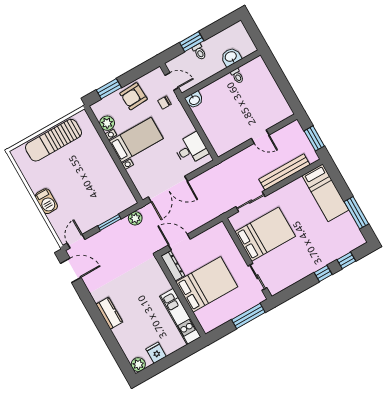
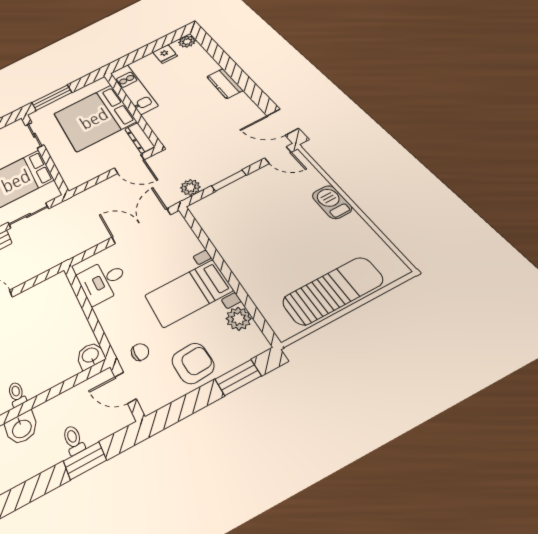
door: (76, 241) -> (278, 155), hinge flipped
bed: (207, 284) -> (94, 118), width x1.36

